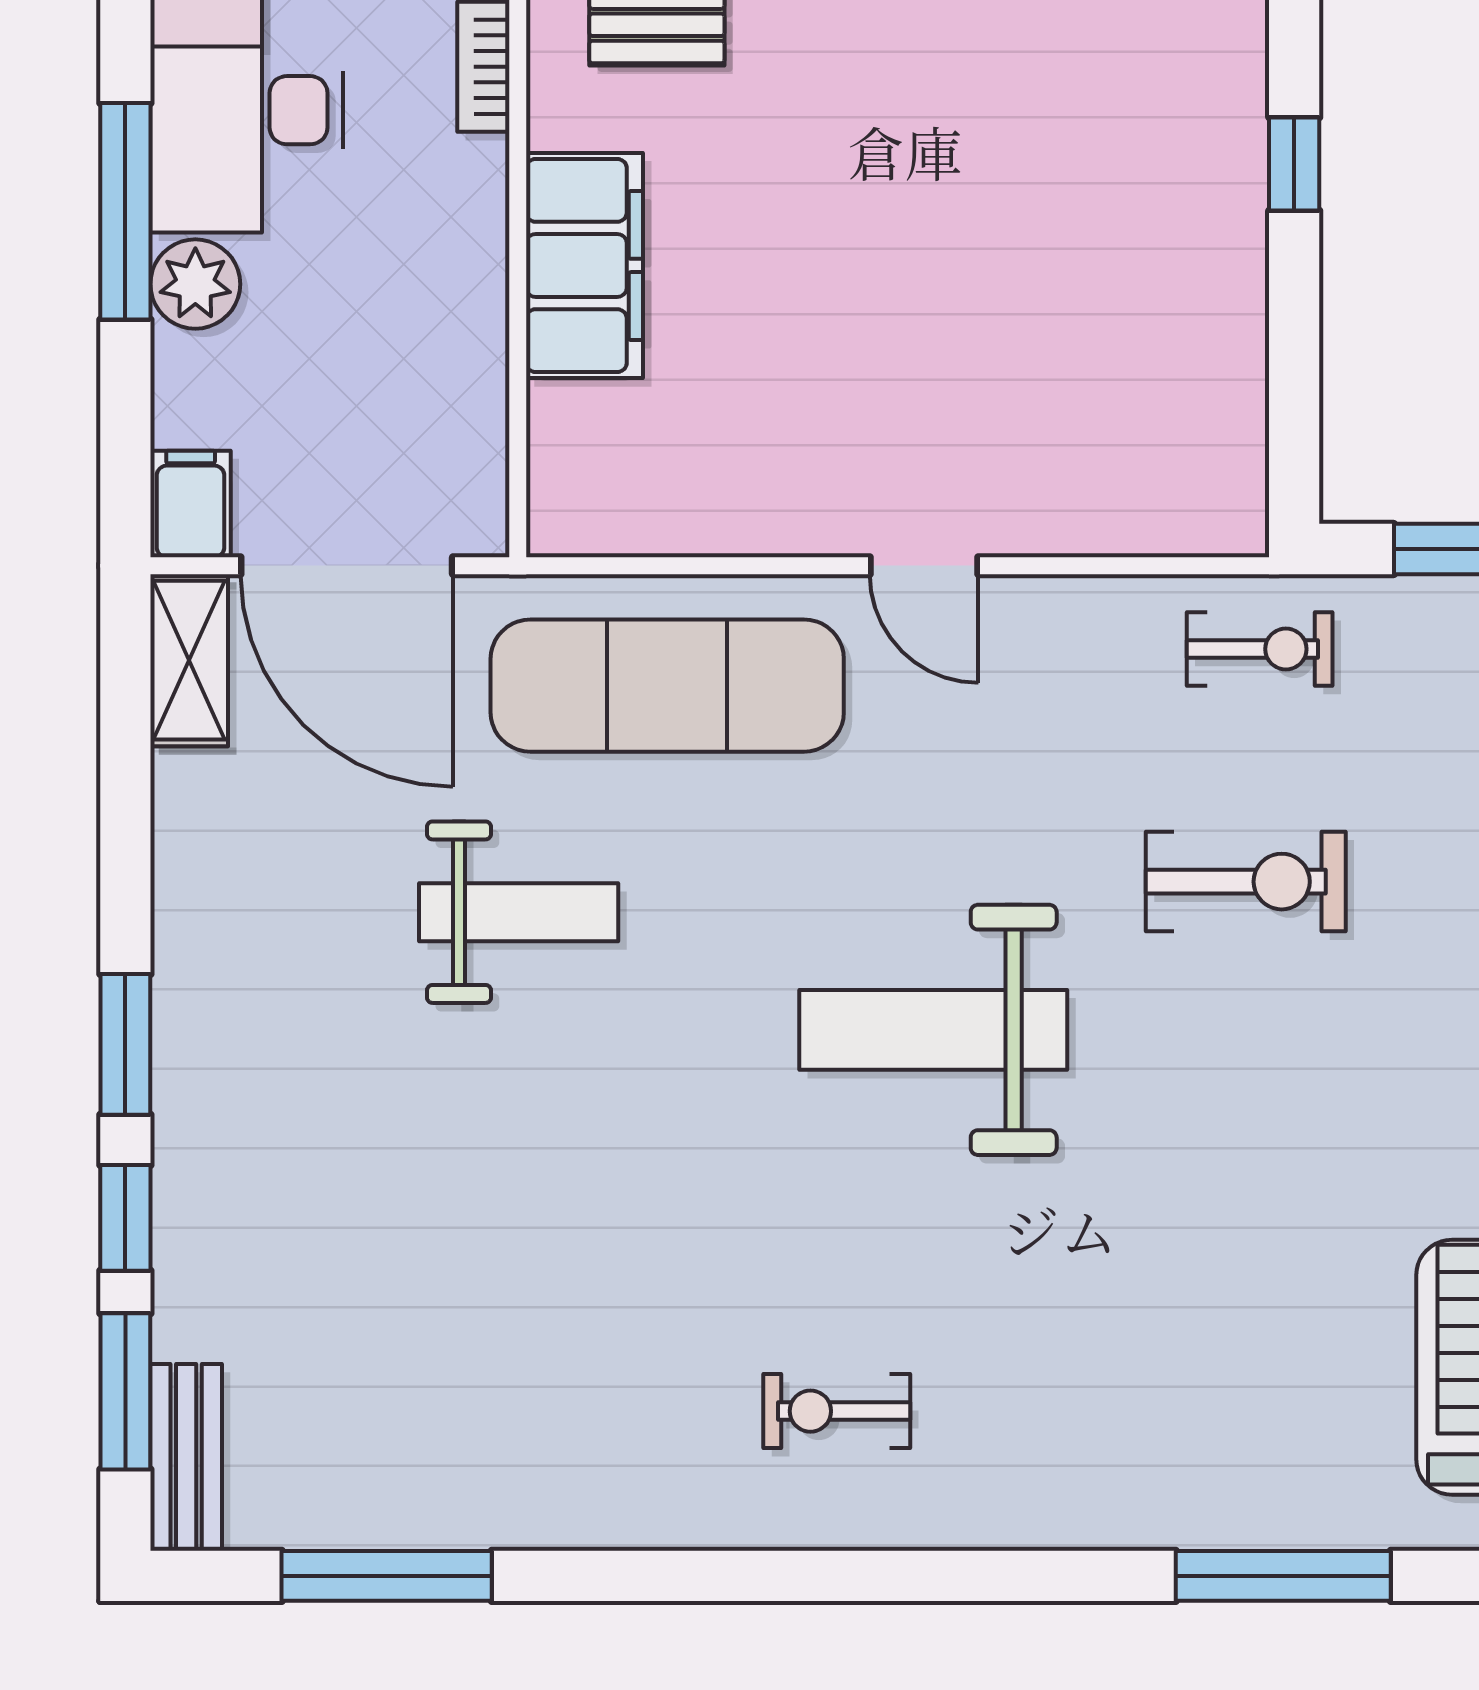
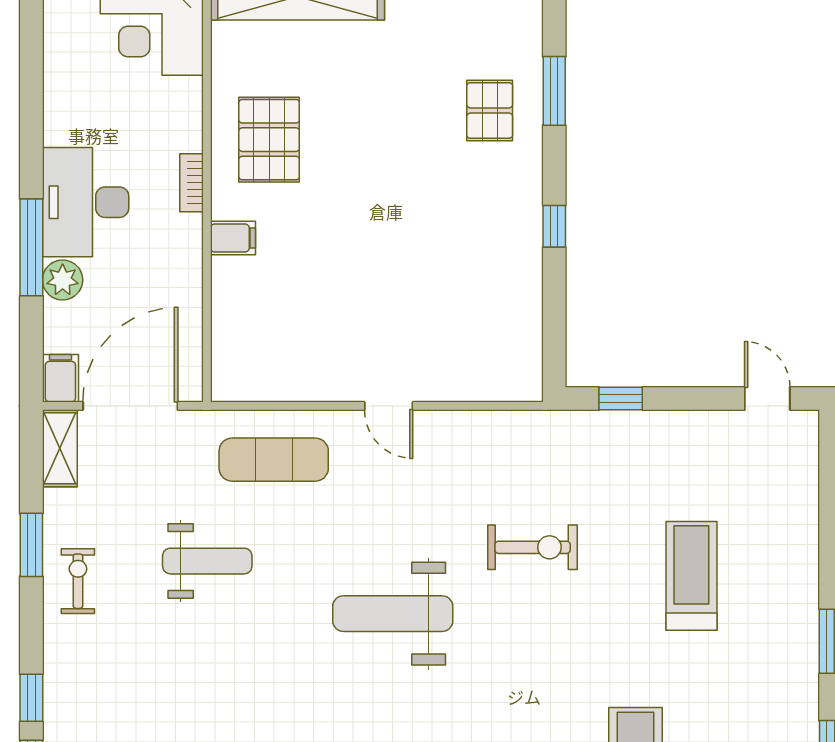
filing cabinet: (585, 265) -> (233, 238), width x0.33, depth x0.86
door: (347, 566) -> (130, 406), swing flipped
exercise bike: (1260, 649) -> (78, 581), moved, turned -90
exercise mat: (667, 686) -> (274, 460), width x0.73, depth x0.69
window: (125, 1044) -> (31, 545), moved

